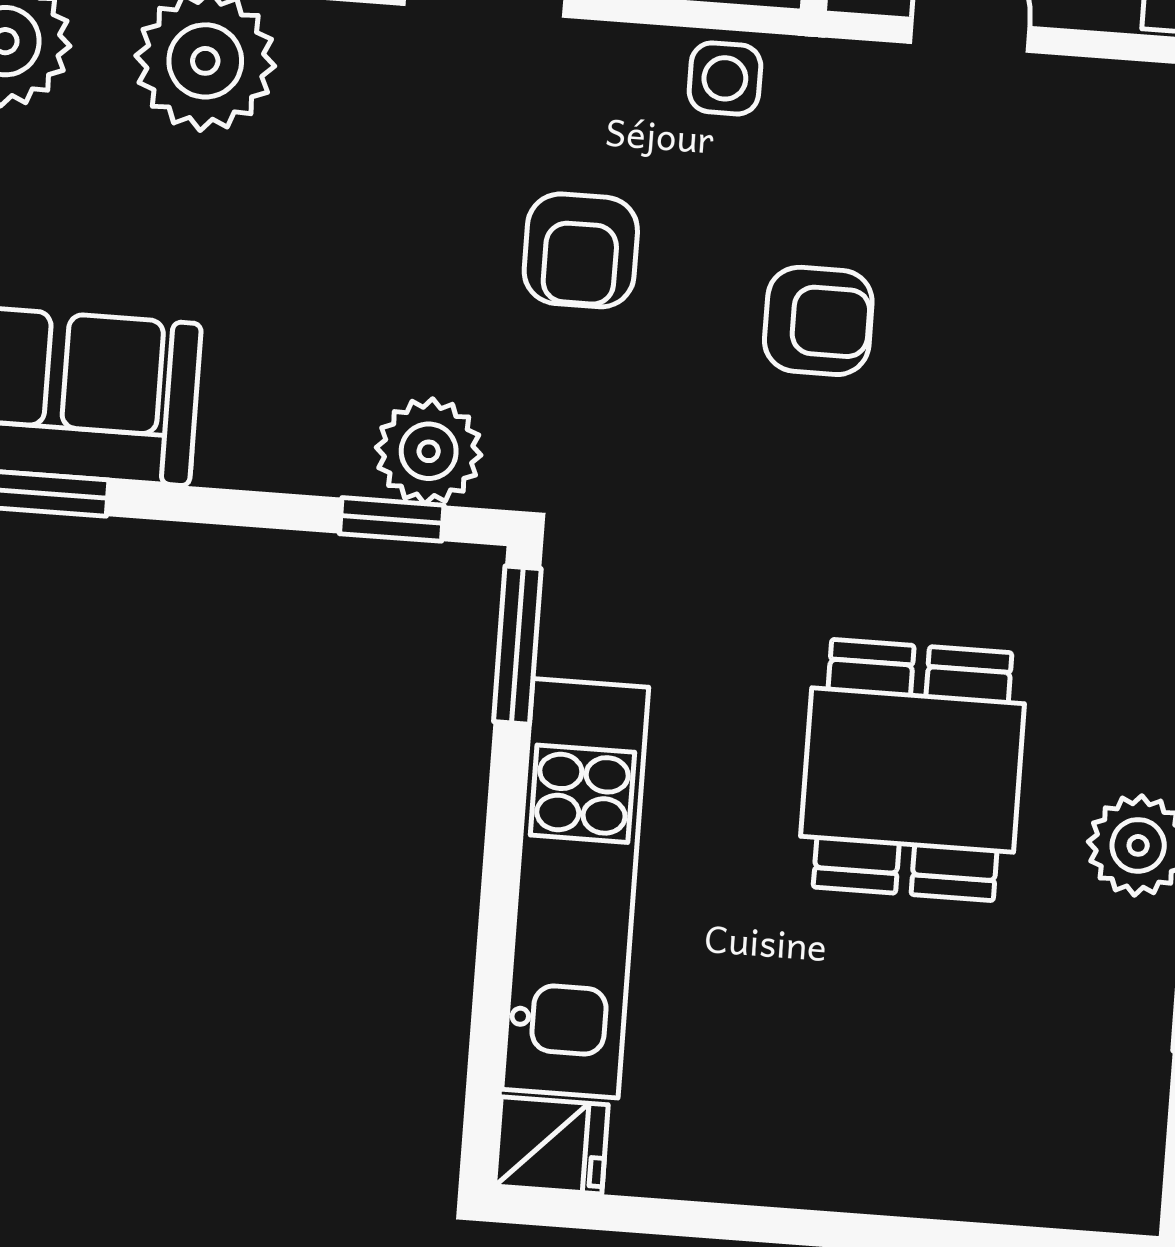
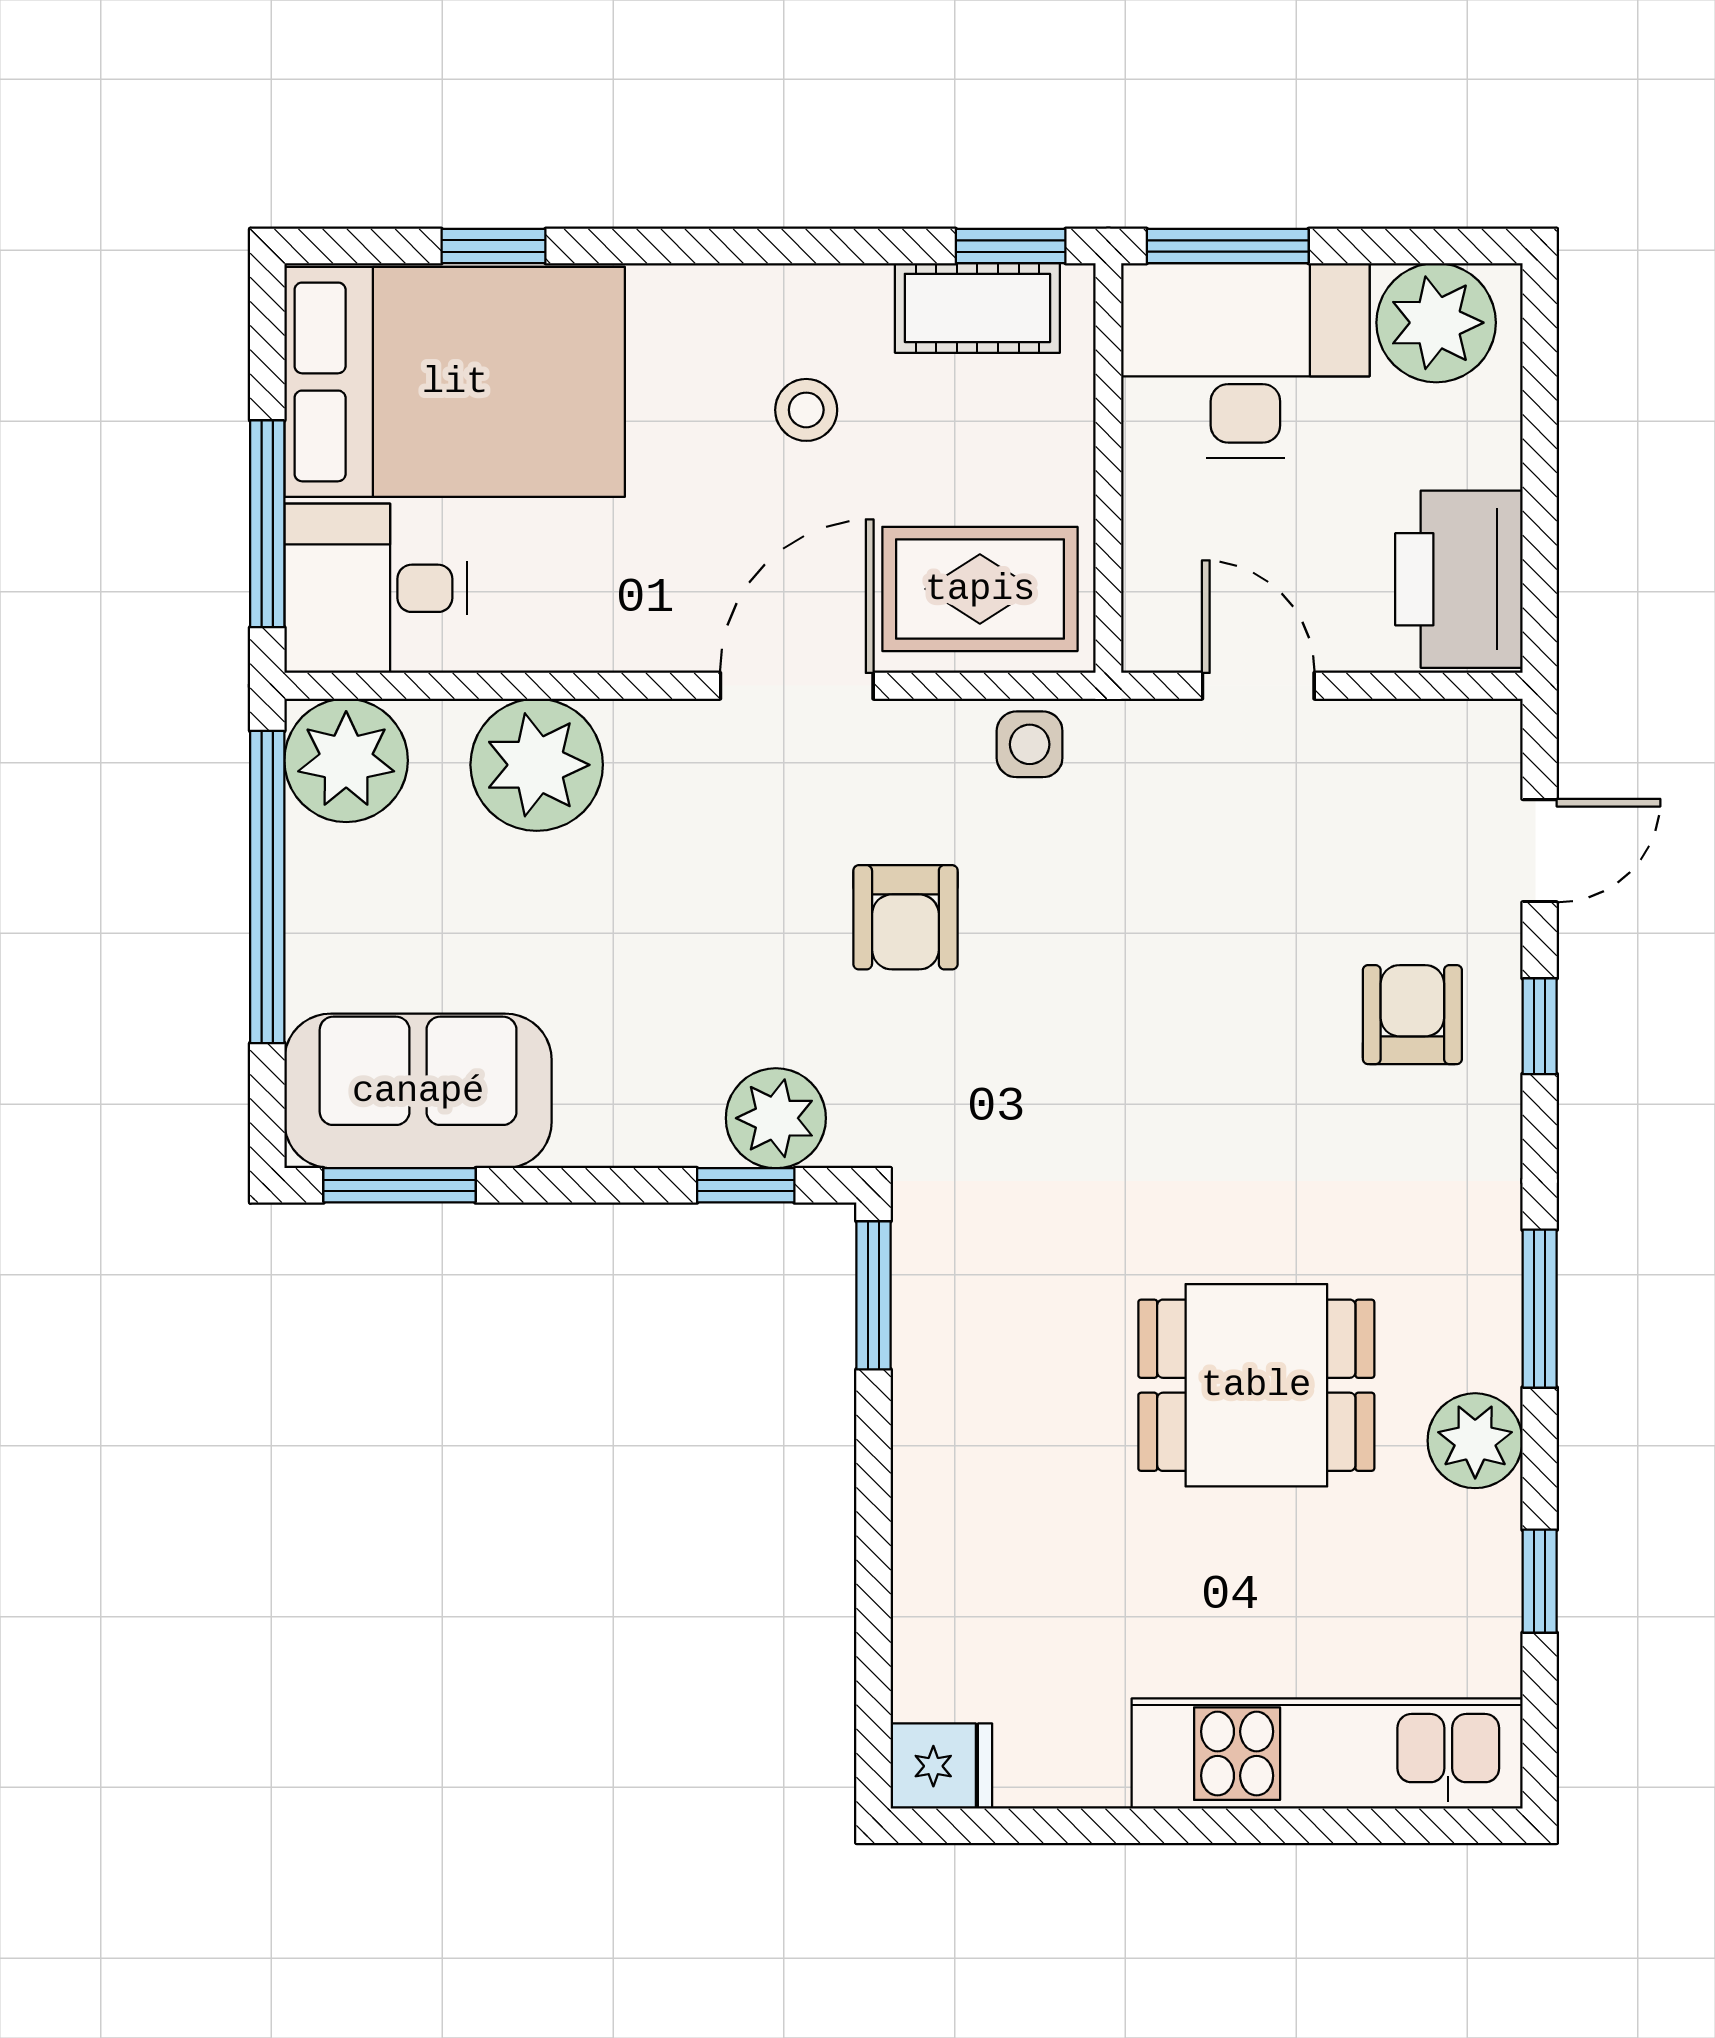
armchair: (818, 321) -> (1412, 1015), moved, turned -90
dining table: (913, 770) -> (1256, 1385), turned 90
kitchen unit: (575, 888) -> (1327, 1754), moved, turned -90

